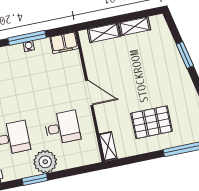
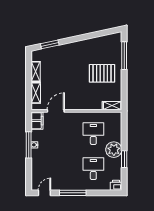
window: (185, 55) -> (50, 44), moved
door: (89, 93) -> (56, 111), moved
pallet: (152, 122) -> (102, 73), turned 90

